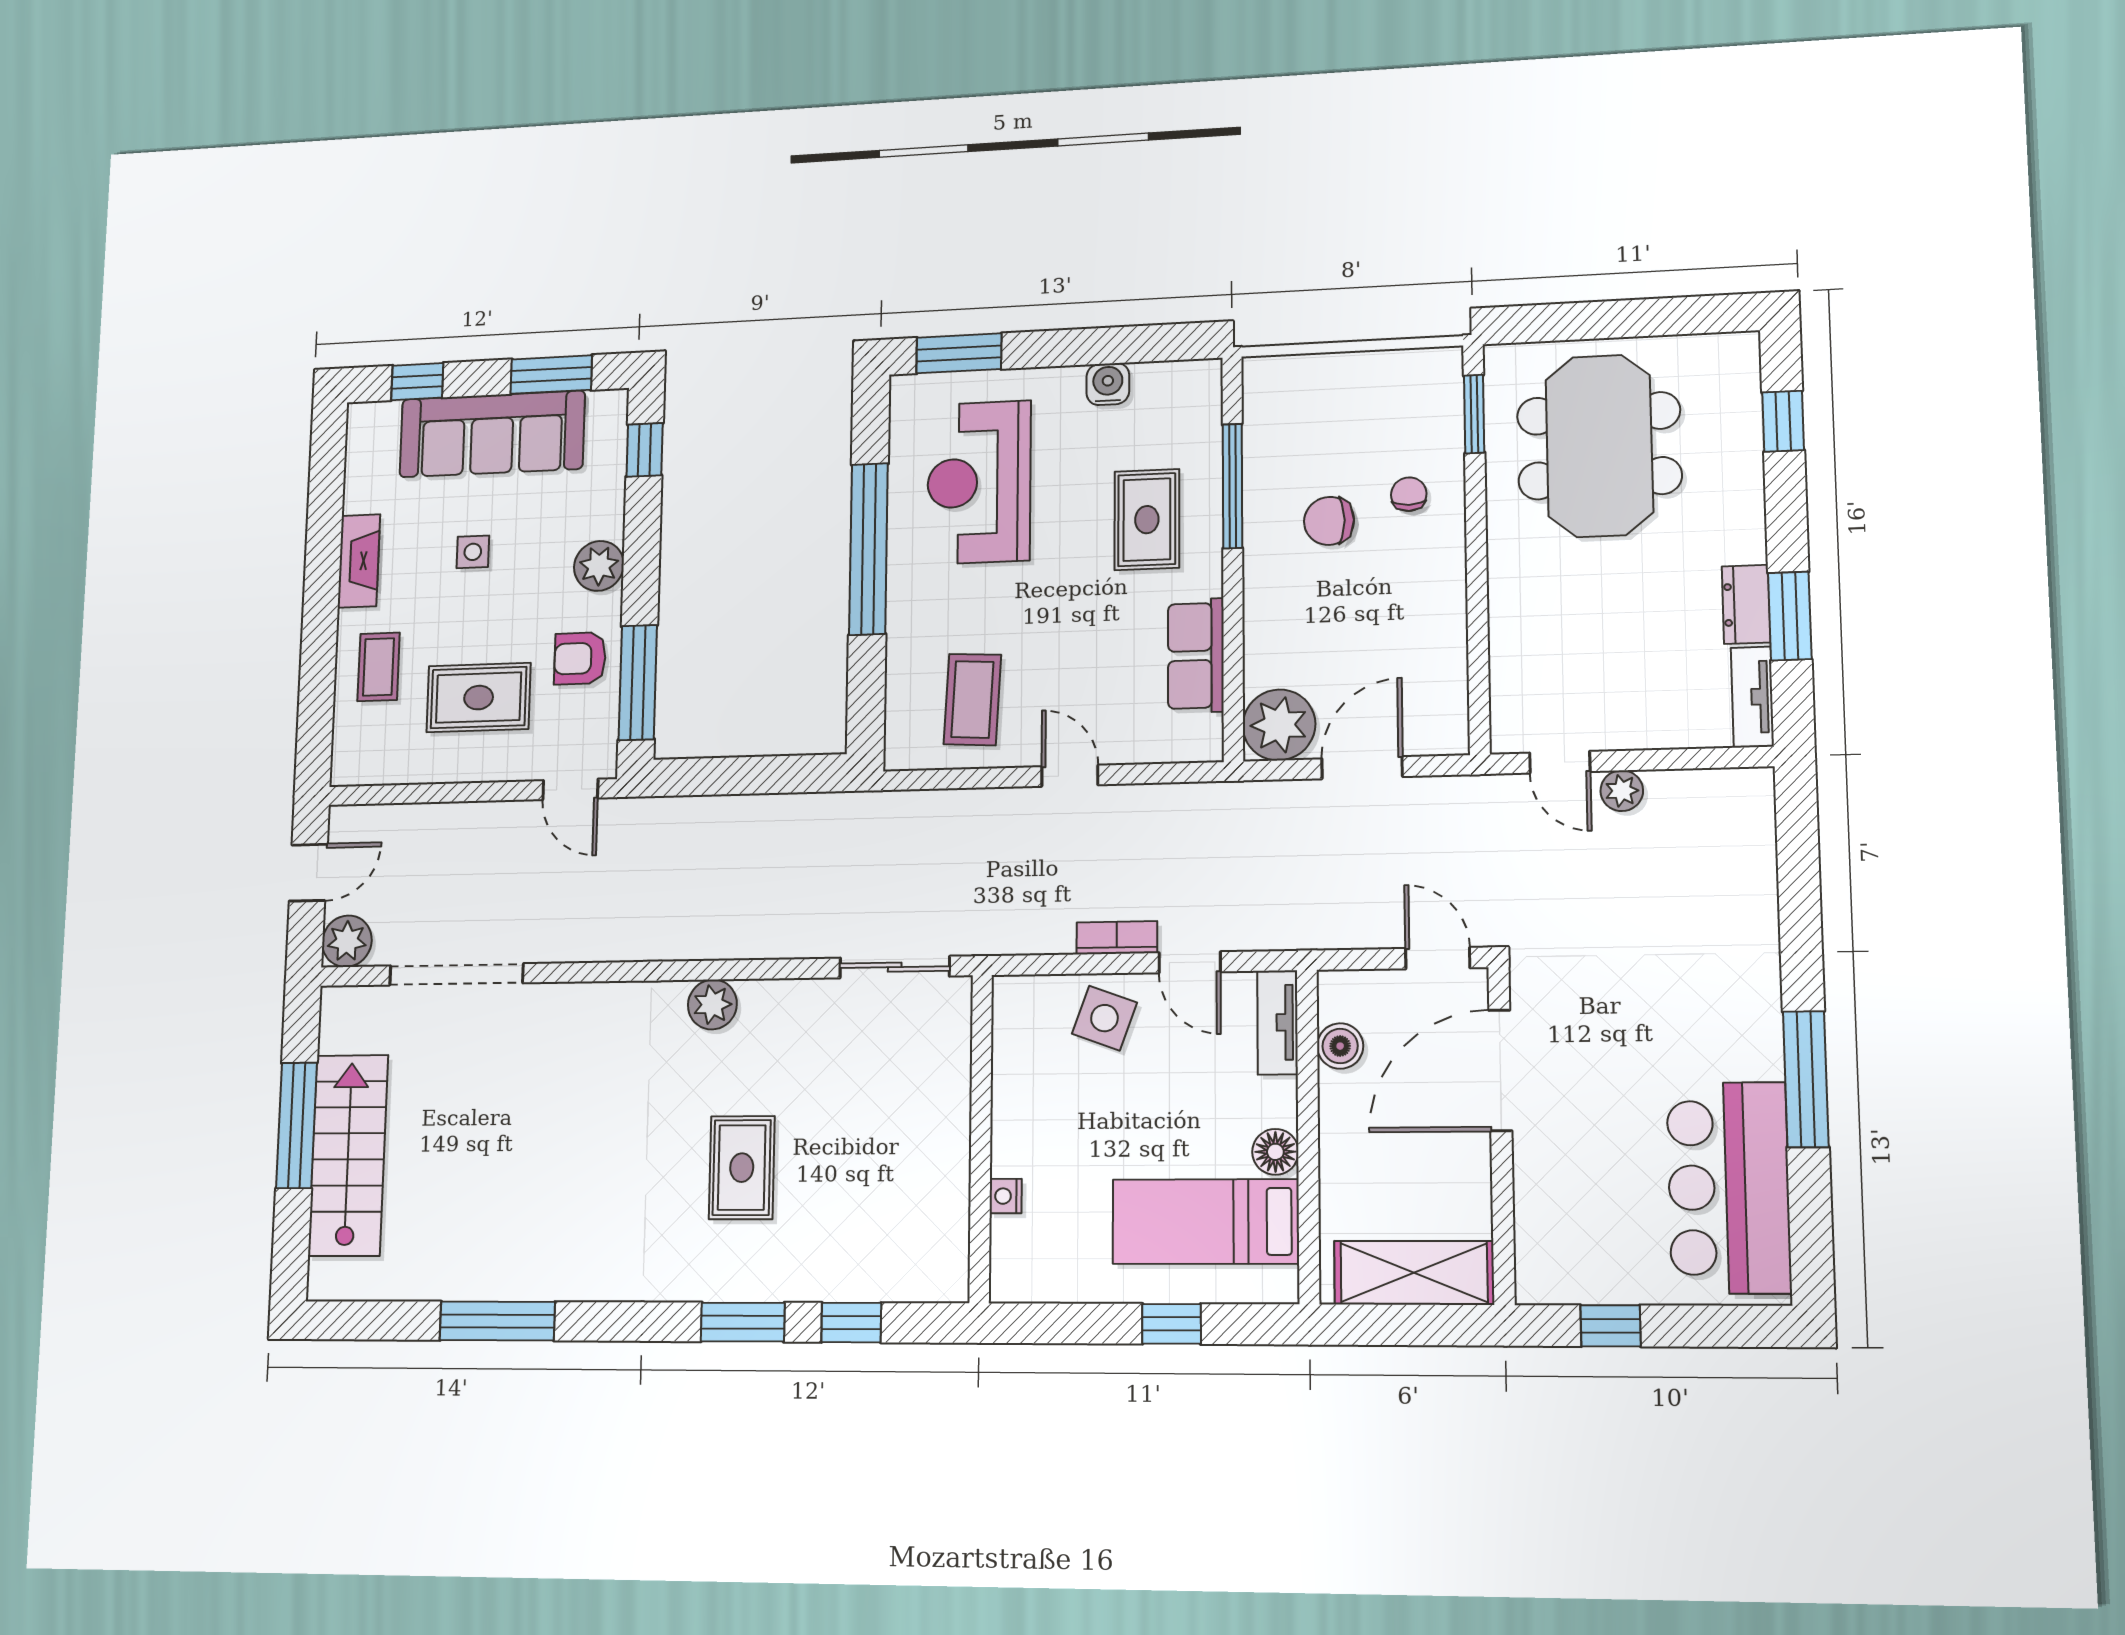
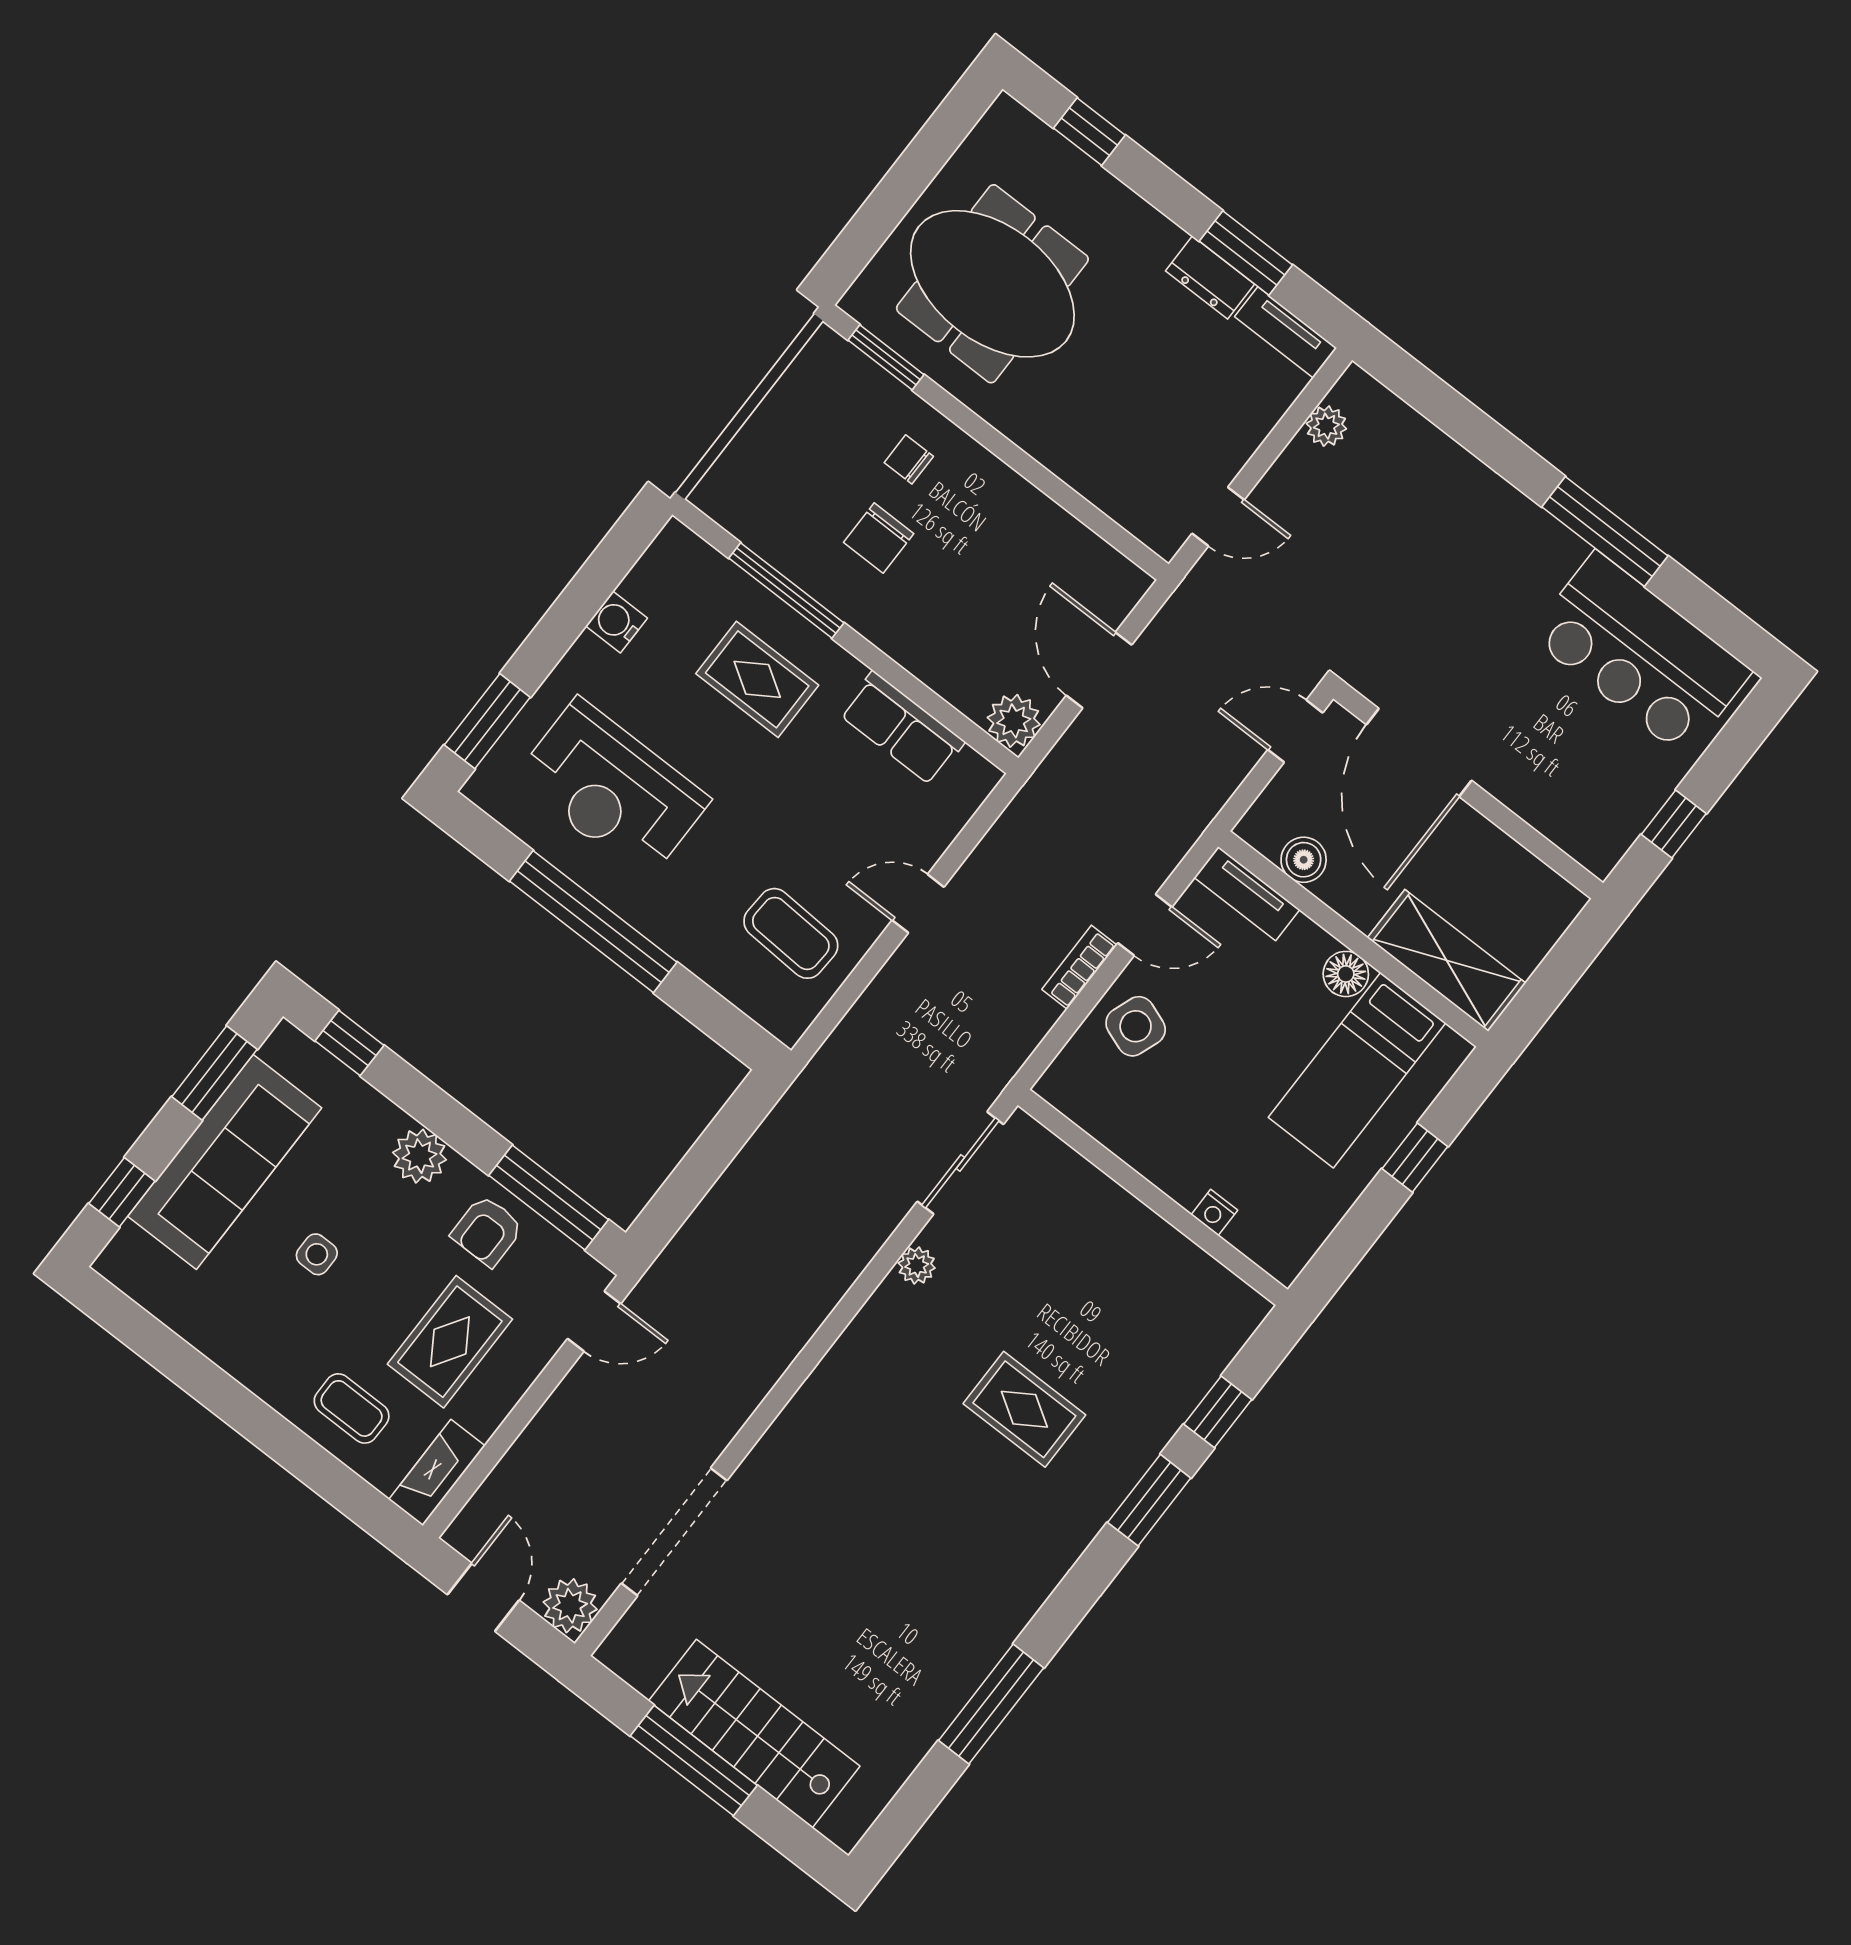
fireplace: (359, 561) -> (437, 1473), moved, turned -90
plant: (1279, 725) -> (1014, 721), width x0.73, depth x0.73
plant: (1622, 791) -> (1326, 426), moved
plant: (712, 1004) -> (917, 1265), moved, width x0.73, depth x0.73
shelving: (1414, 1273) -> (1447, 960), moved, turned 90

